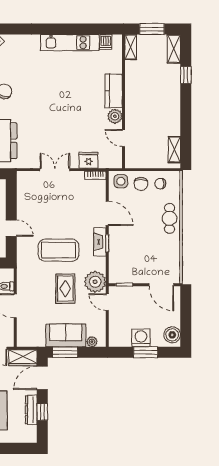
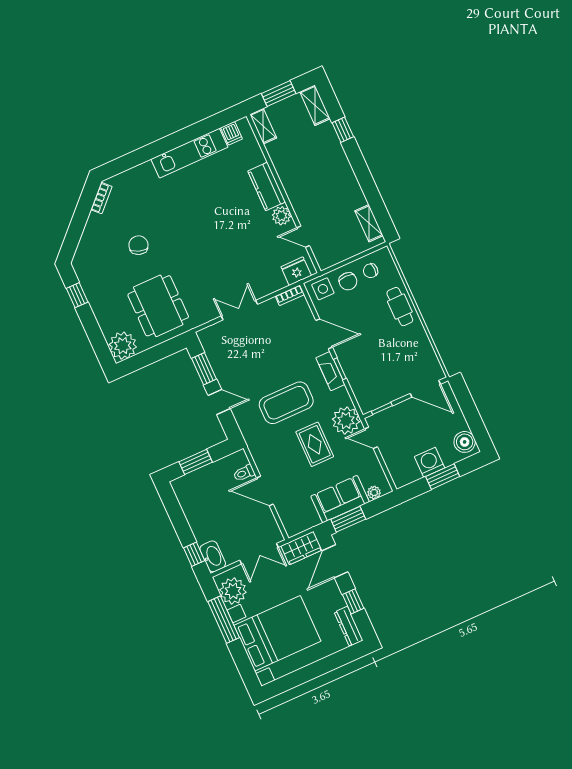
fridge: (89, 160) -> (296, 271), moved
window: (11, 200) -> (204, 369), added
dresser: (31, 410) -> (349, 626), moved

